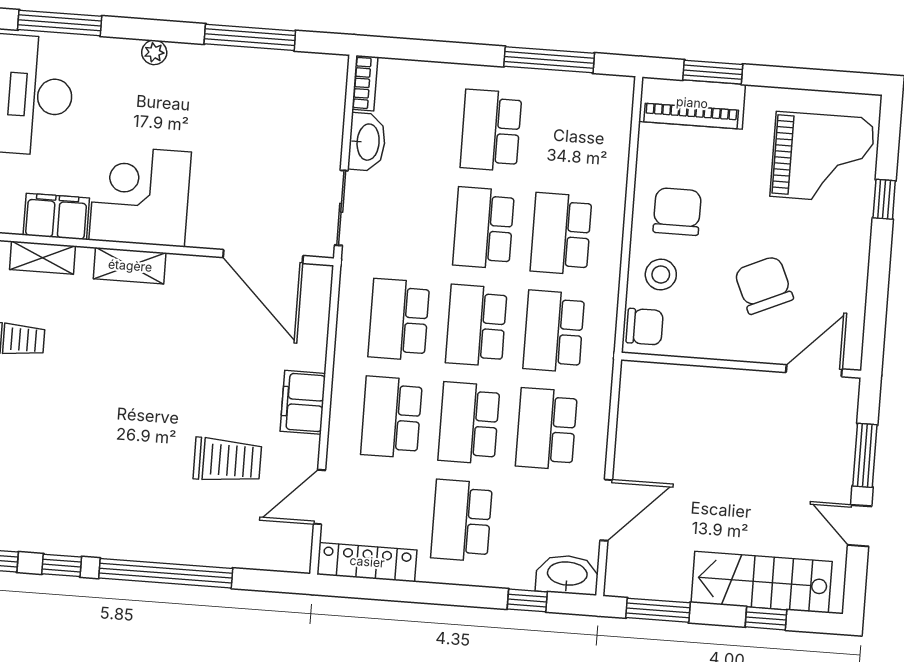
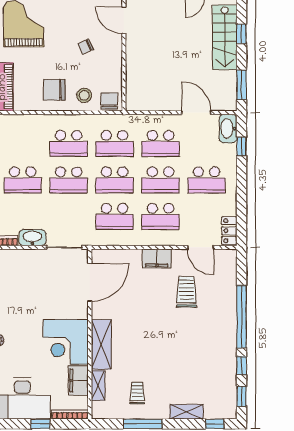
shelving: (130, 266) -> (101, 344), width x1.50, depth x1.33
chair: (764, 285) -> (85, 47), width x0.54, depth x0.54
locker: (367, 562) -> (229, 231), width x0.66

